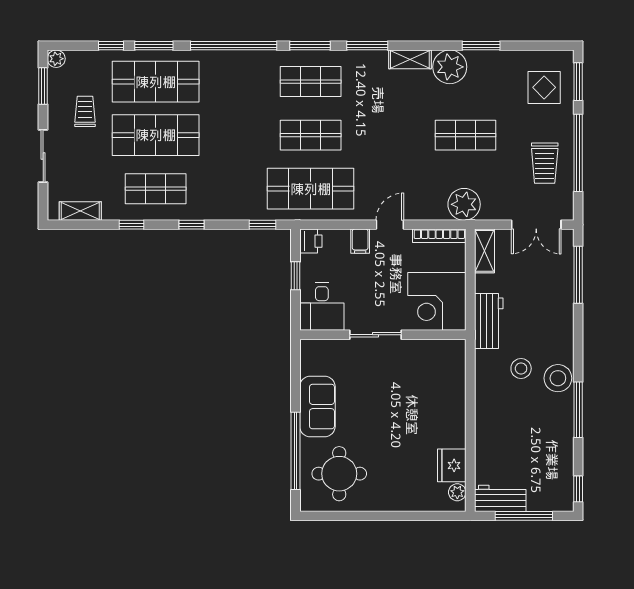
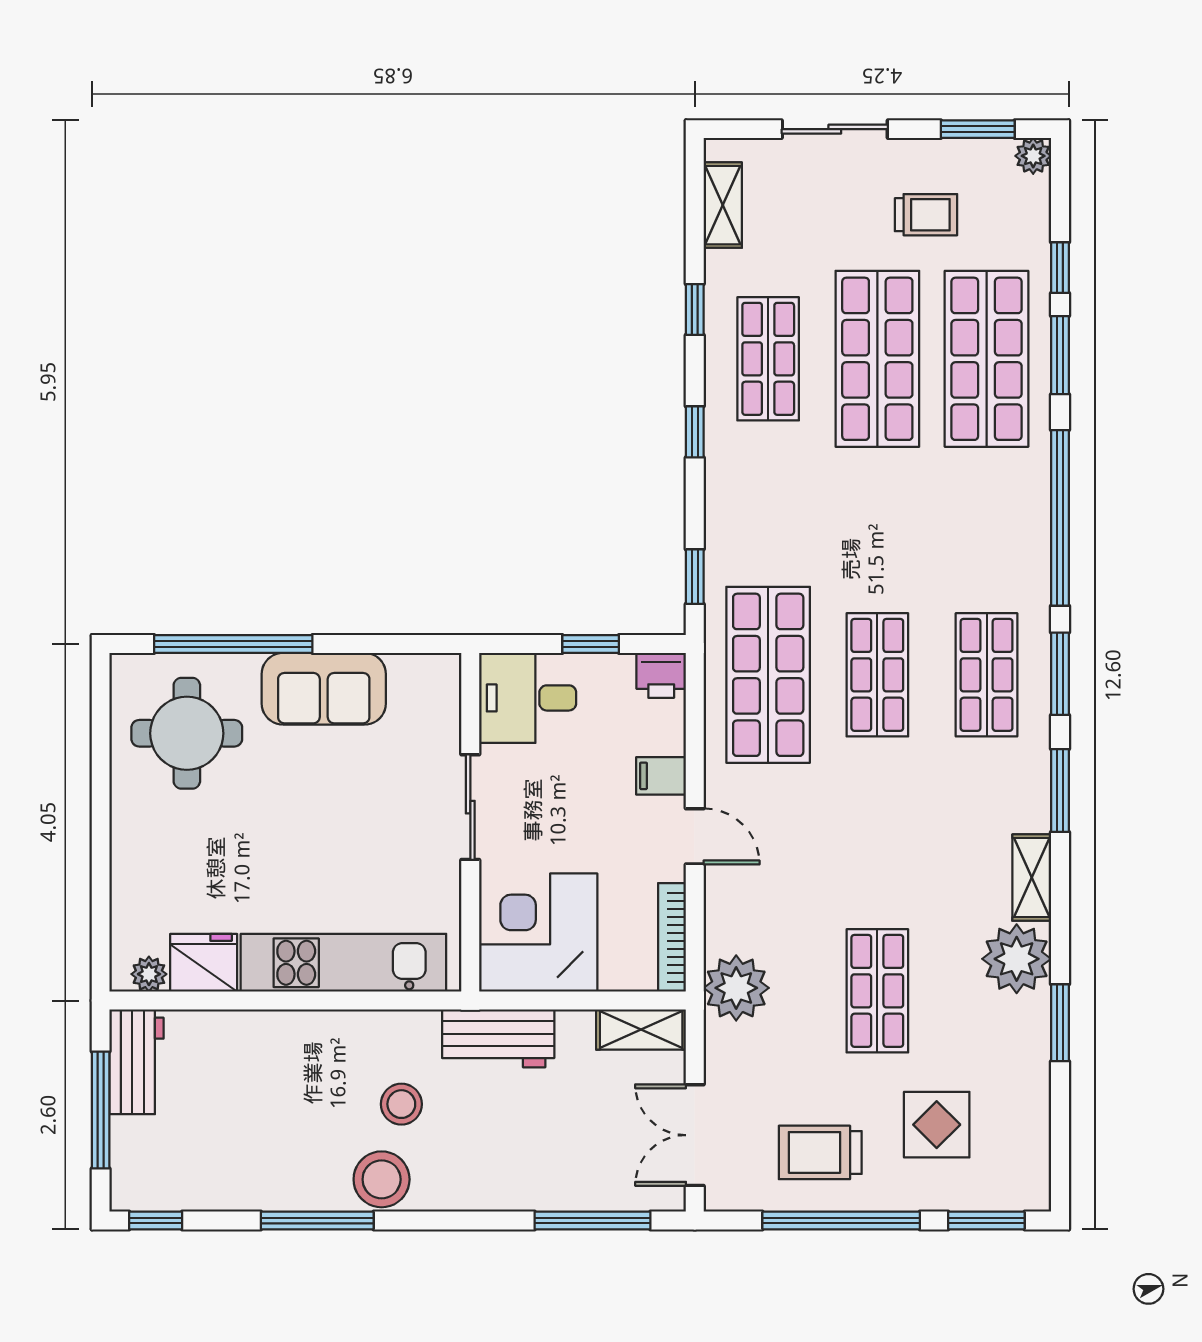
display table: (544, 87) -> (937, 1125), moved
kitchen unit: (452, 397) -> (343, 963), added

